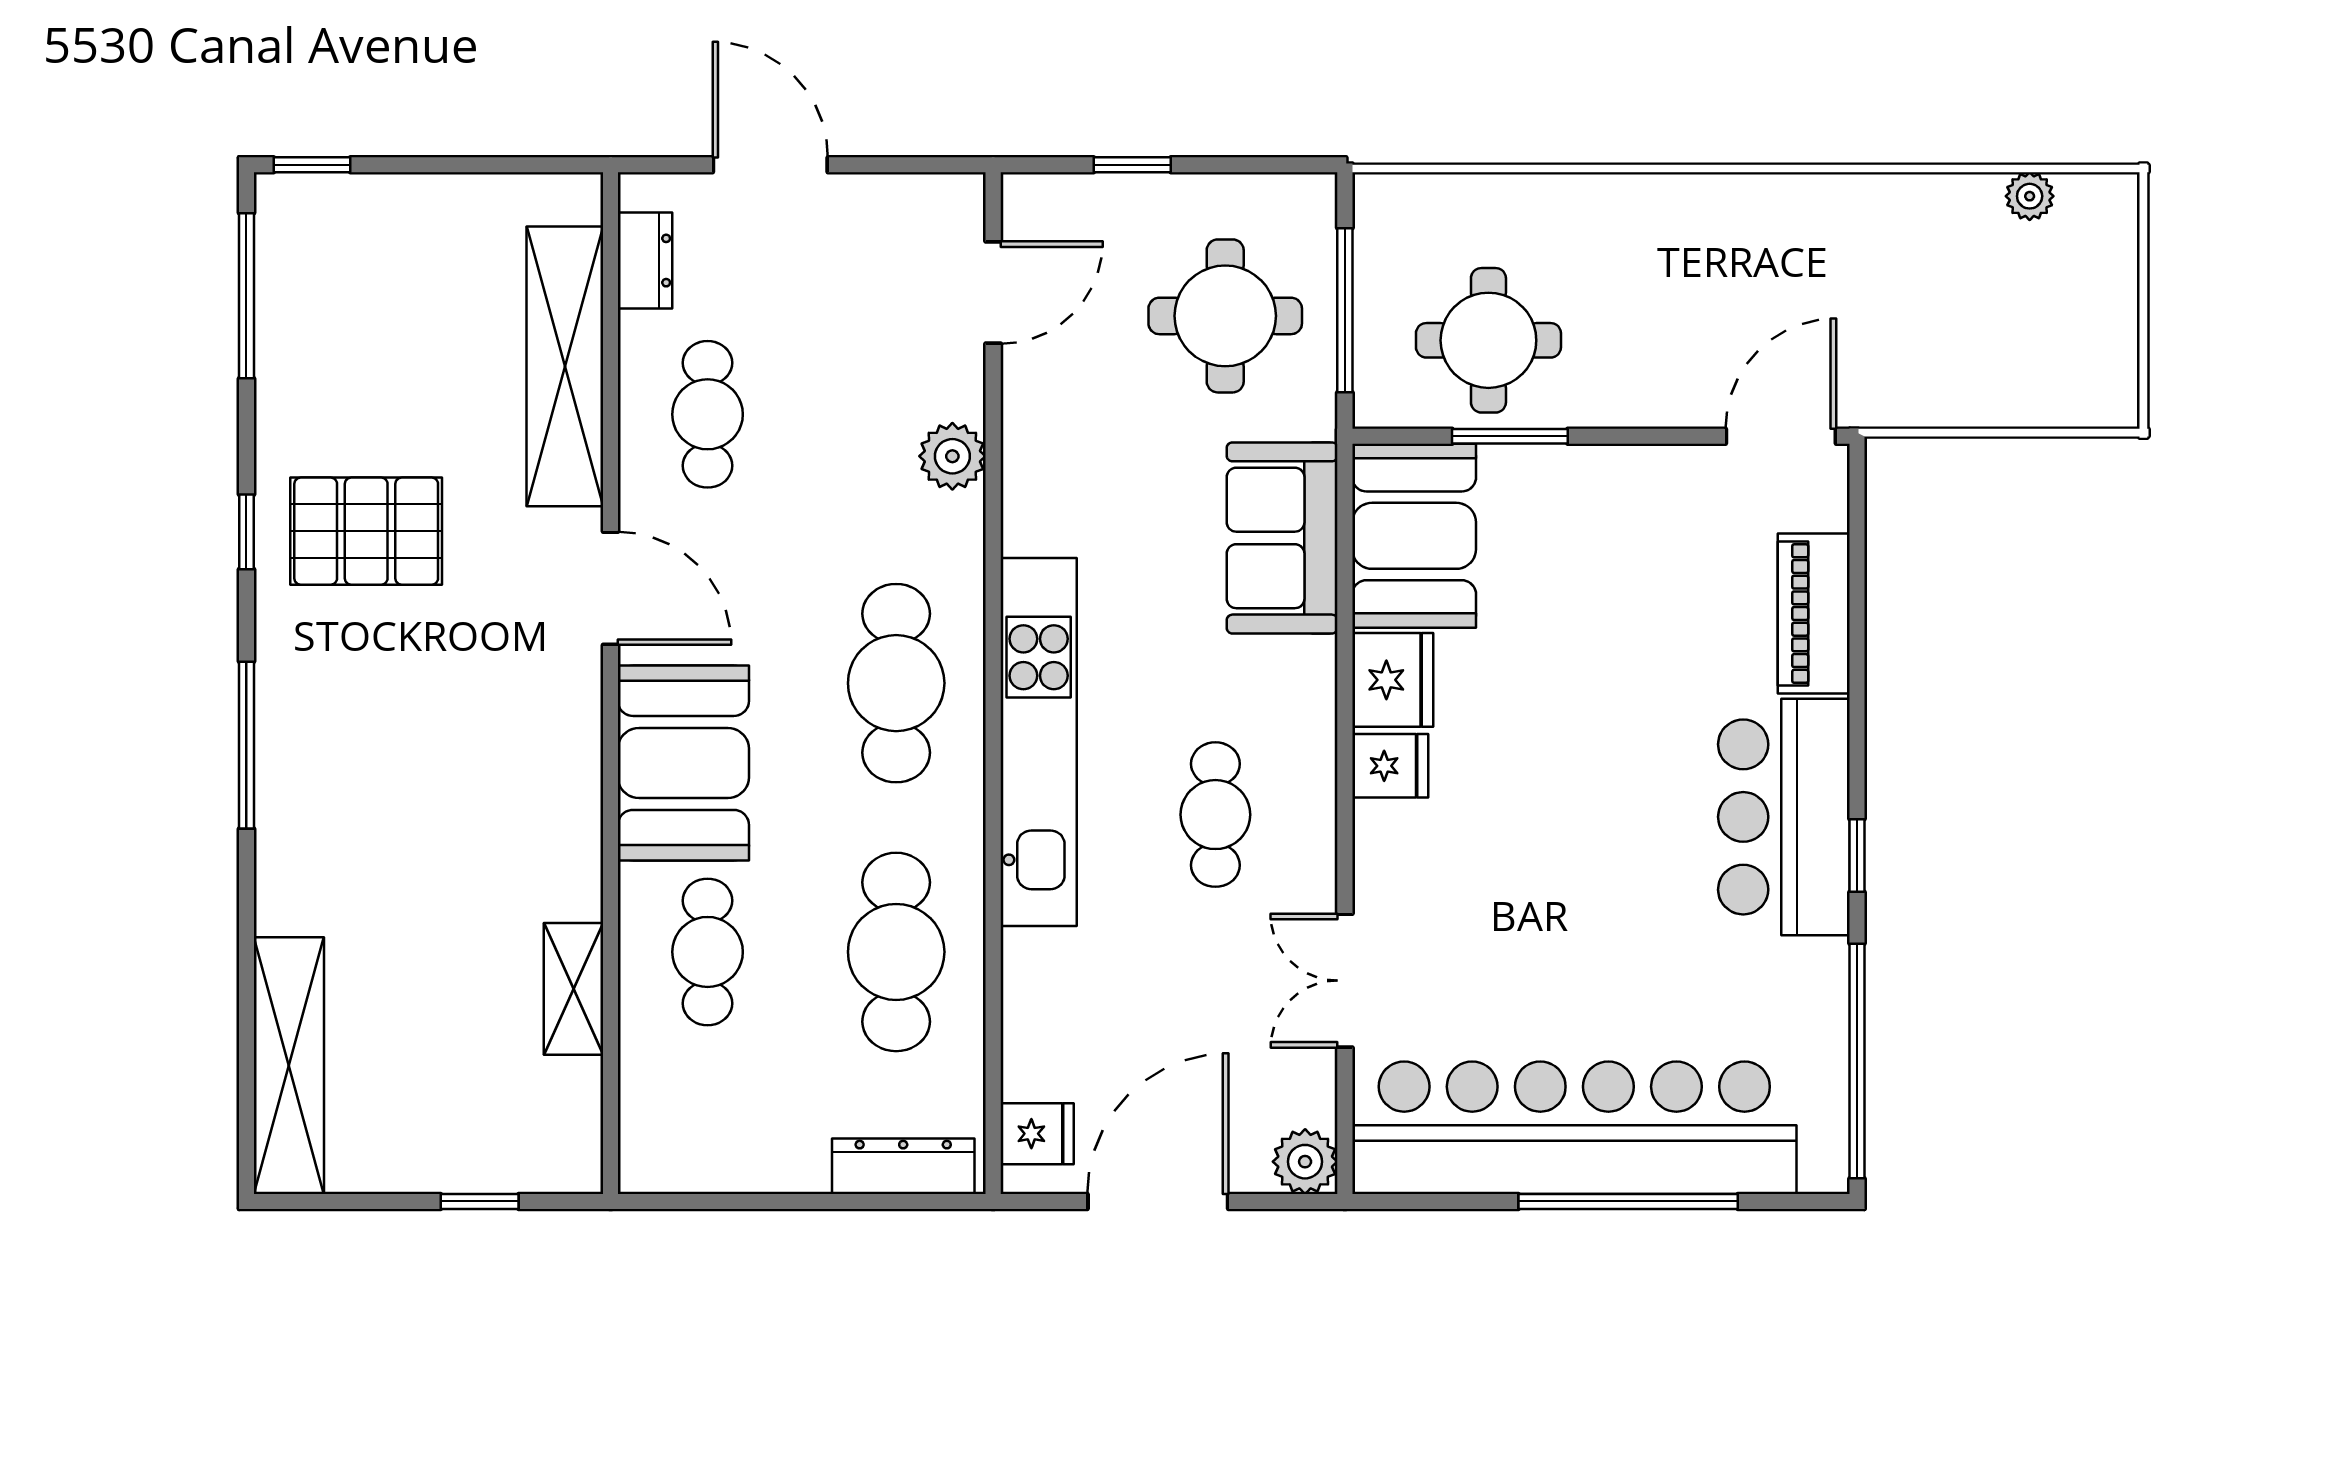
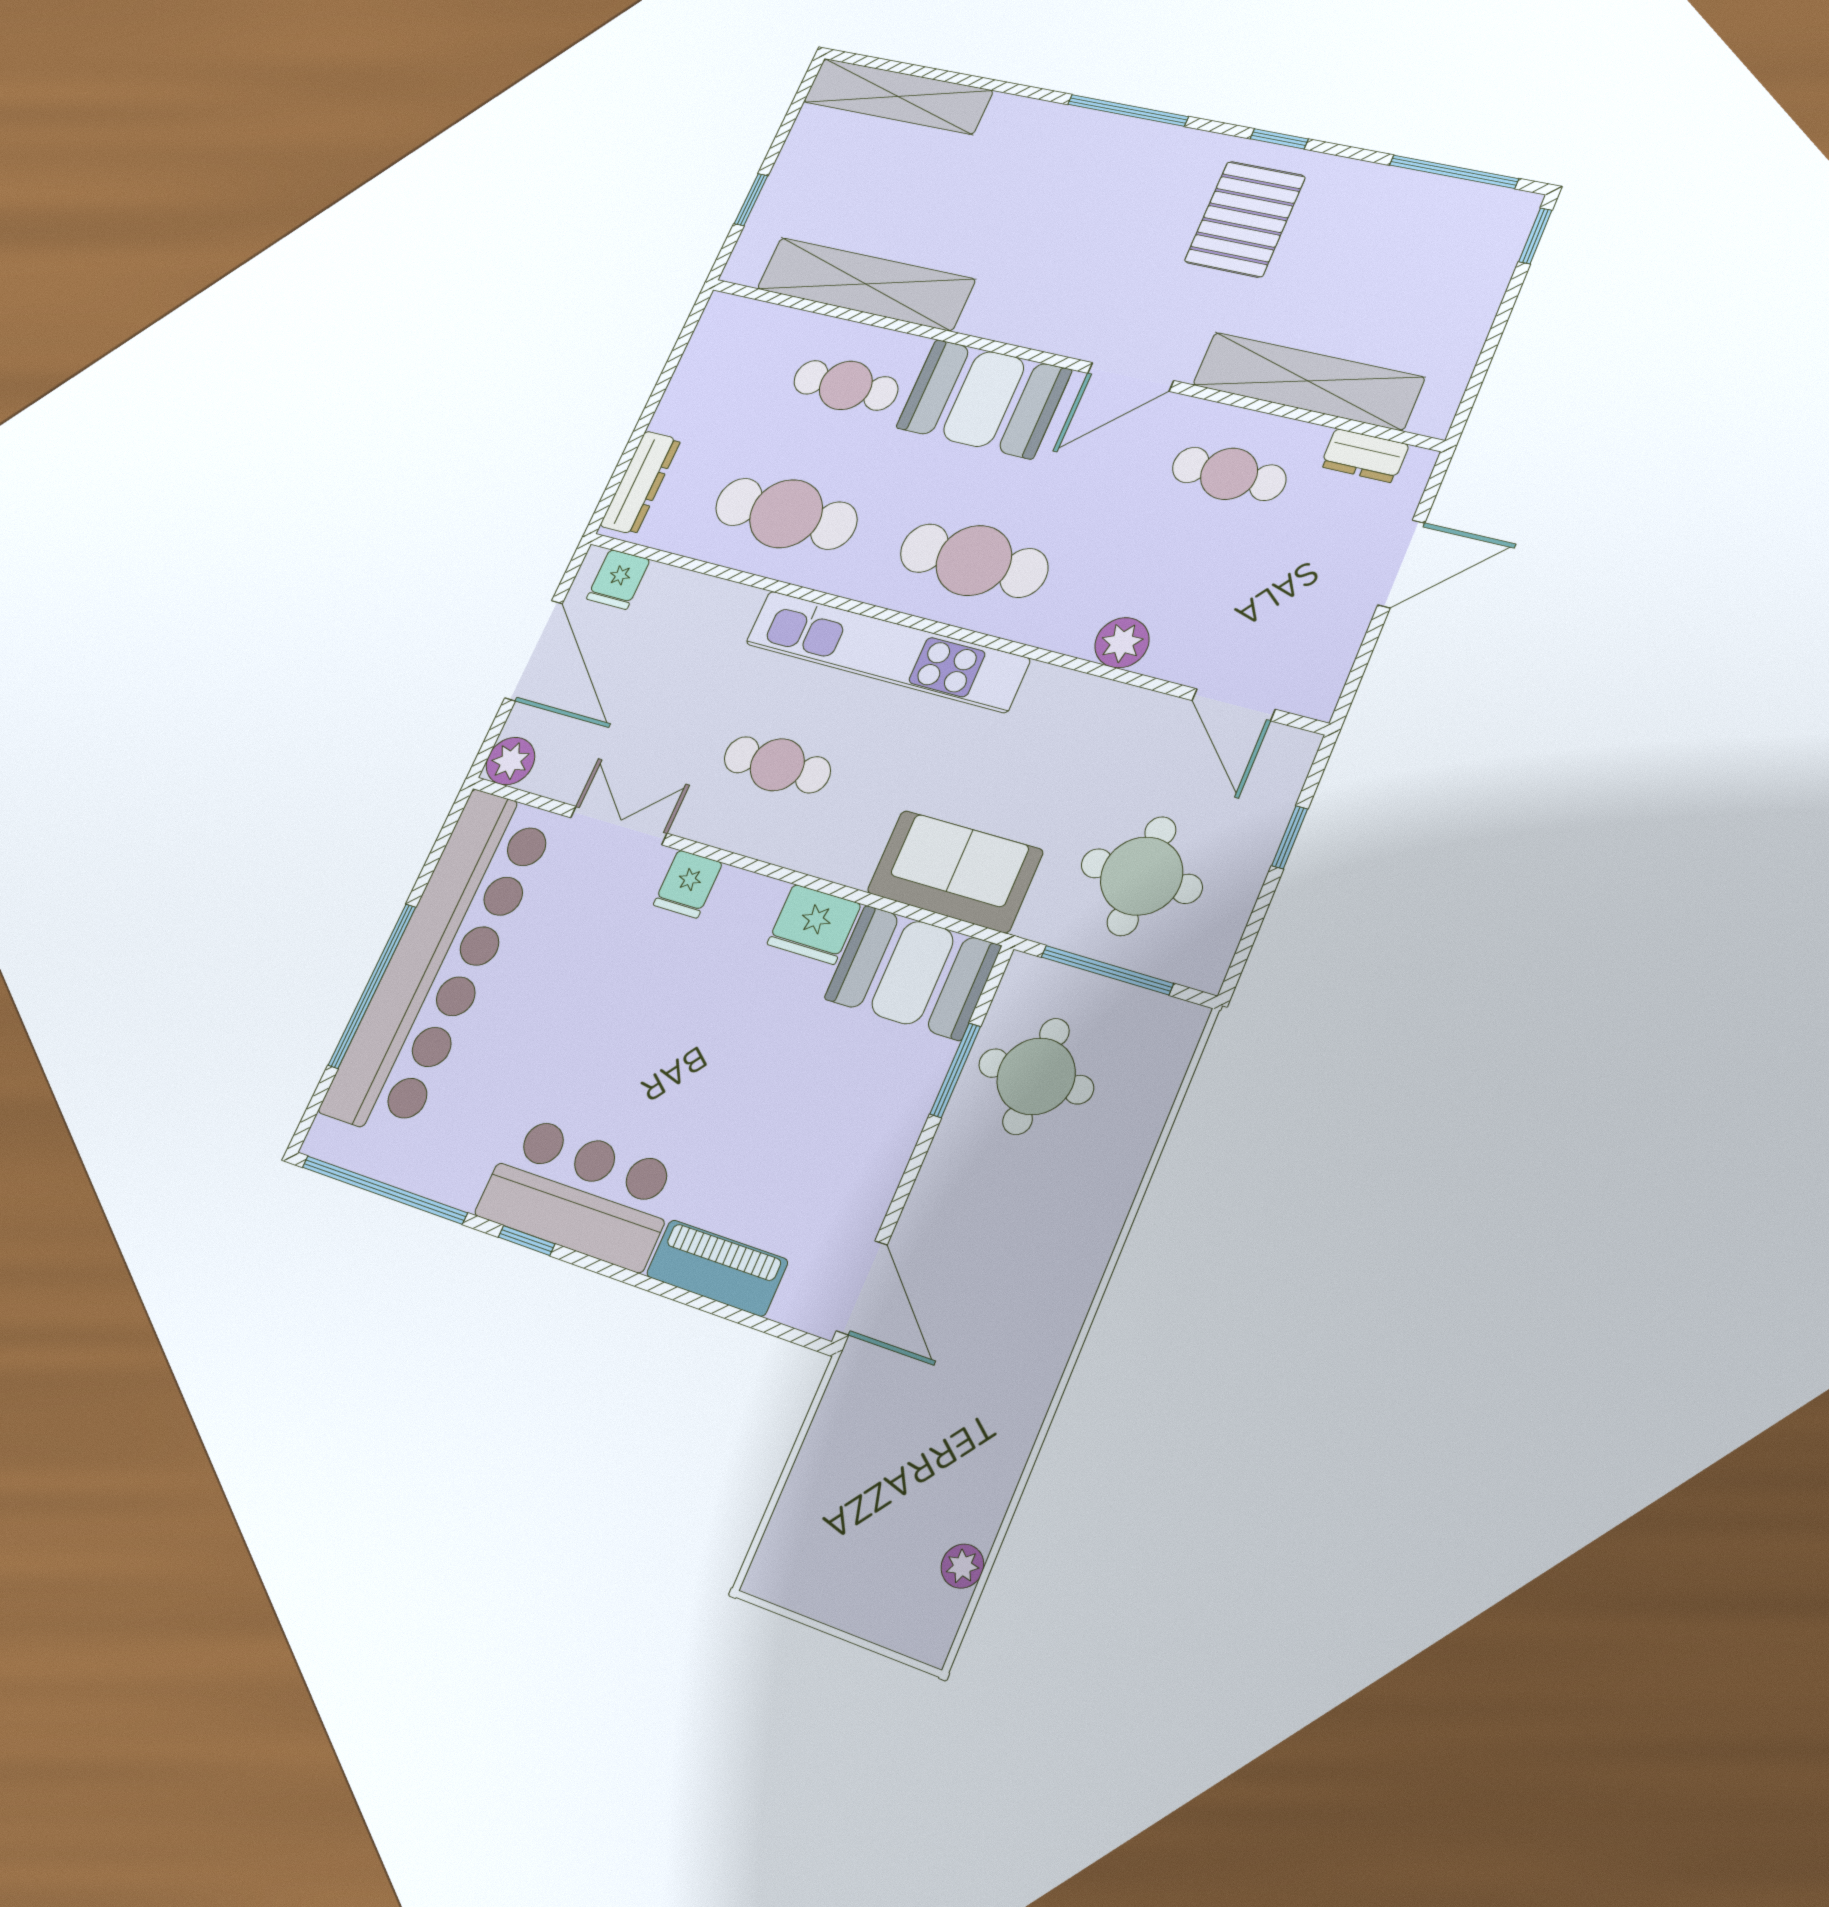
fridge: (1390, 766) -> (688, 884), moved
shelving: (573, 989) -> (865, 284), width x2.20, depth x1.33

